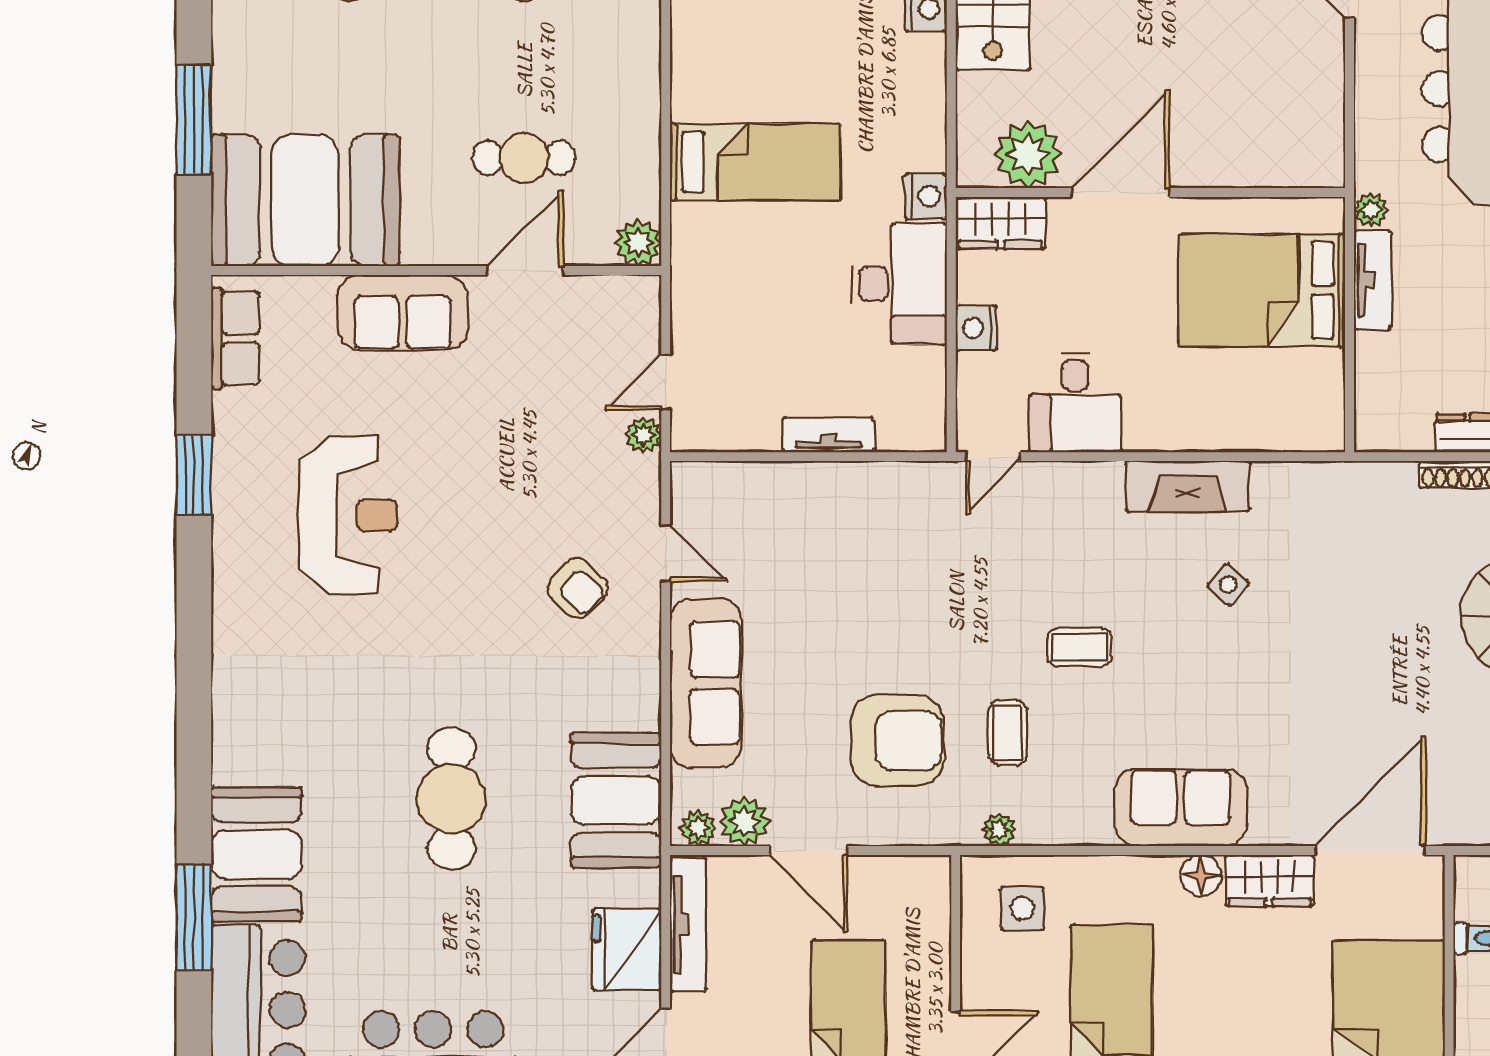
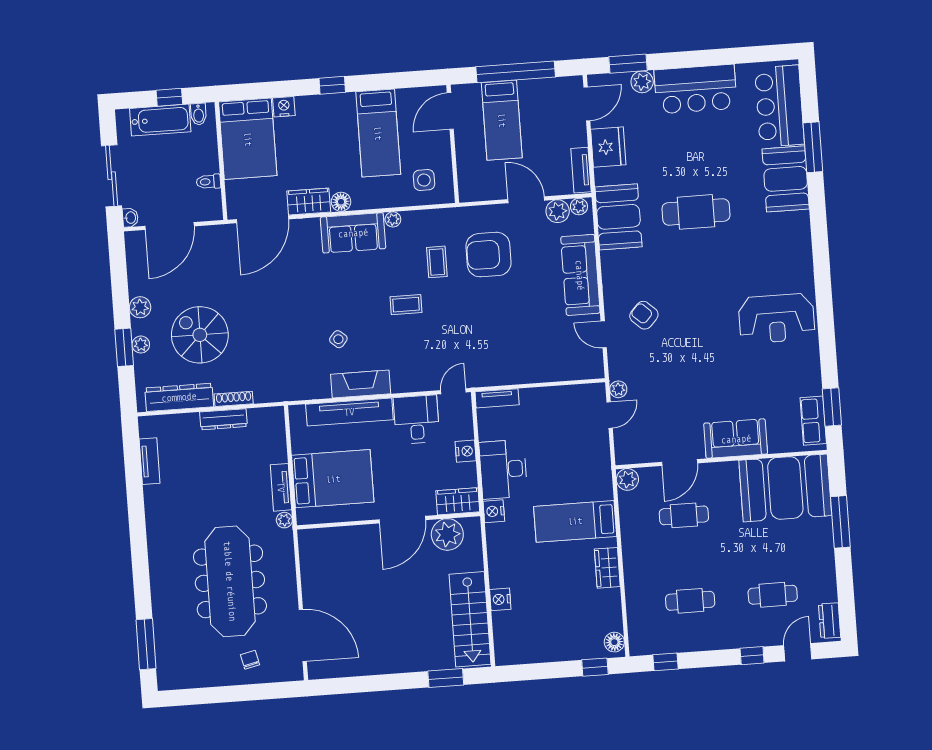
wardrobe: (694, 59) -> (607, 568), added
tv unit: (1216, 429) -> (349, 412), added
tv unit: (828, 435) -> (497, 398), moved
window: (194, 475) -> (832, 407), moved
reception desk: (348, 515) -> (777, 318), moved, turned -90
cafe table: (451, 798) -> (696, 212), turned 90
plant: (999, 830) -> (393, 219), moved
tv unit: (688, 925) -> (581, 170), width x0.71

